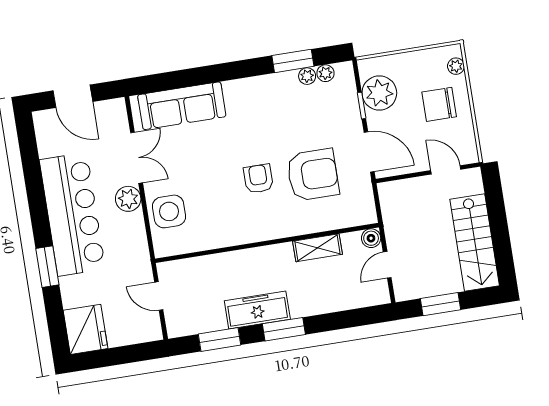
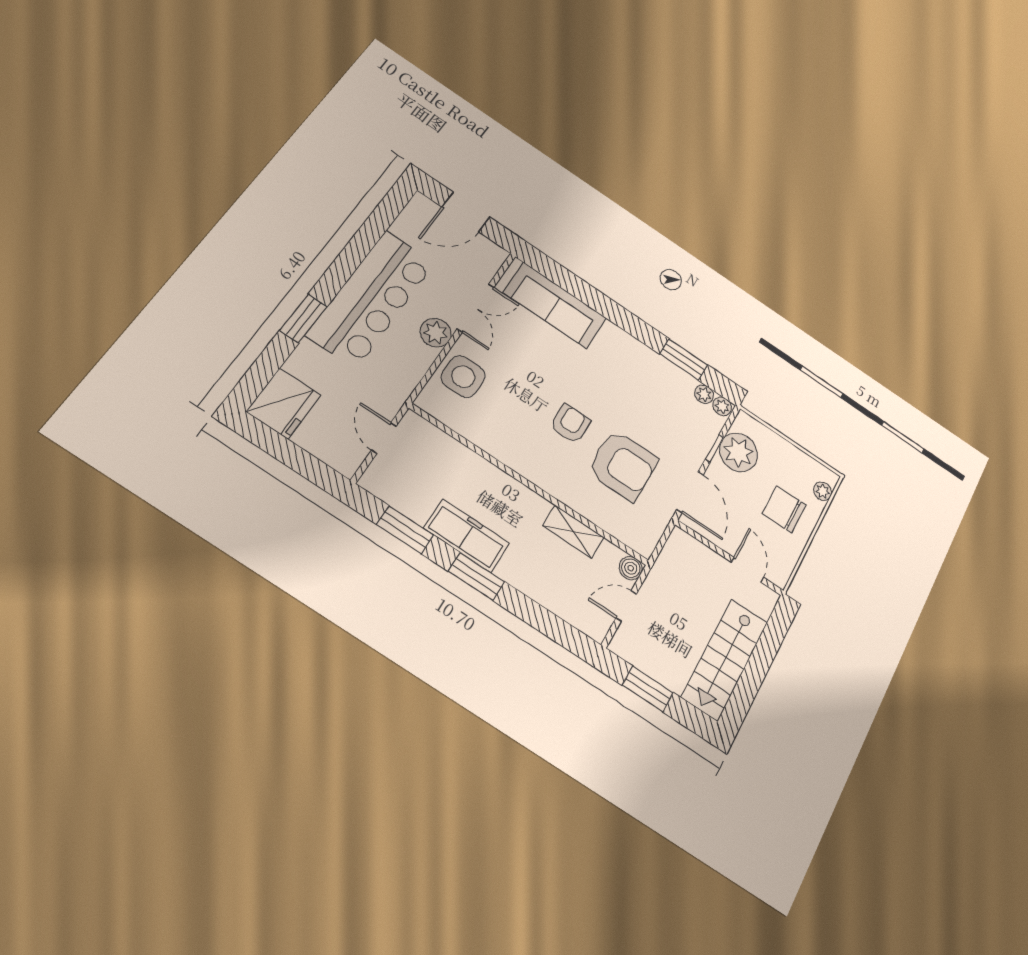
plant: (307, 76) -> (722, 406), moved
door: (73, 96) -> (466, 212), hinge flipped

